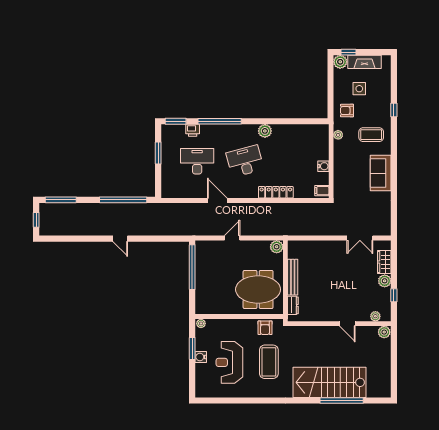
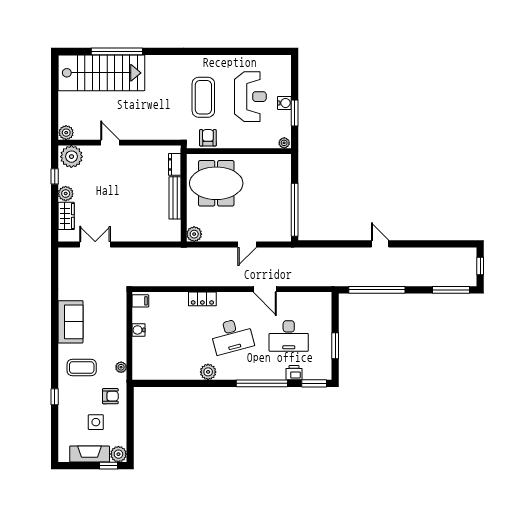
locker: (276, 192) -> (202, 299), width x0.66
plant: (375, 316) -> (71, 157), width x1.87, depth x1.87
stairs: (329, 382) -> (101, 73), moved

